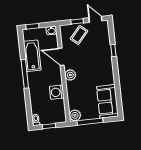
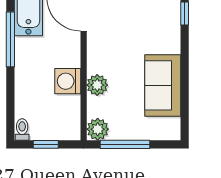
plant: (70, 75) -> (97, 85), moved
sofa: (108, 101) -> (163, 85), moved

